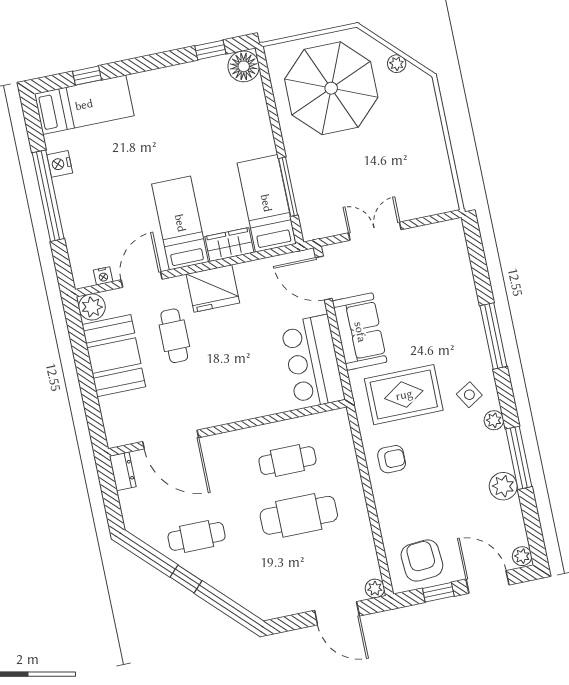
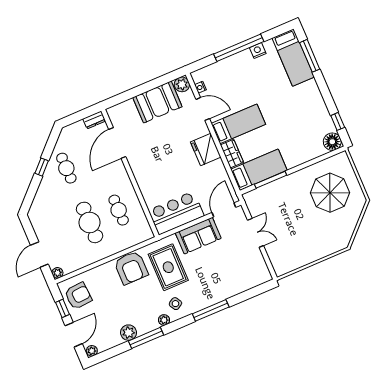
plant: (397, 64) -> (351, 226), removed
window: (87, 76) -> (310, 56), width x2.17
parasol: (331, 88) -> (330, 193), width x0.73, depth x0.73
cafe table: (174, 336) -> (175, 133), removed
armchair: (392, 459) -> (131, 268), width x1.88, depth x1.88

